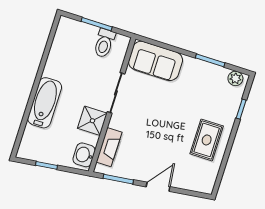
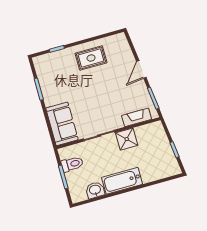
plant: (235, 78) -> (40, 65), removed
bathtub: (45, 103) -> (122, 181), moved
washbasin: (84, 155) -> (95, 190), moved, turned 180
door: (158, 187) -> (141, 69), hinge flipped

